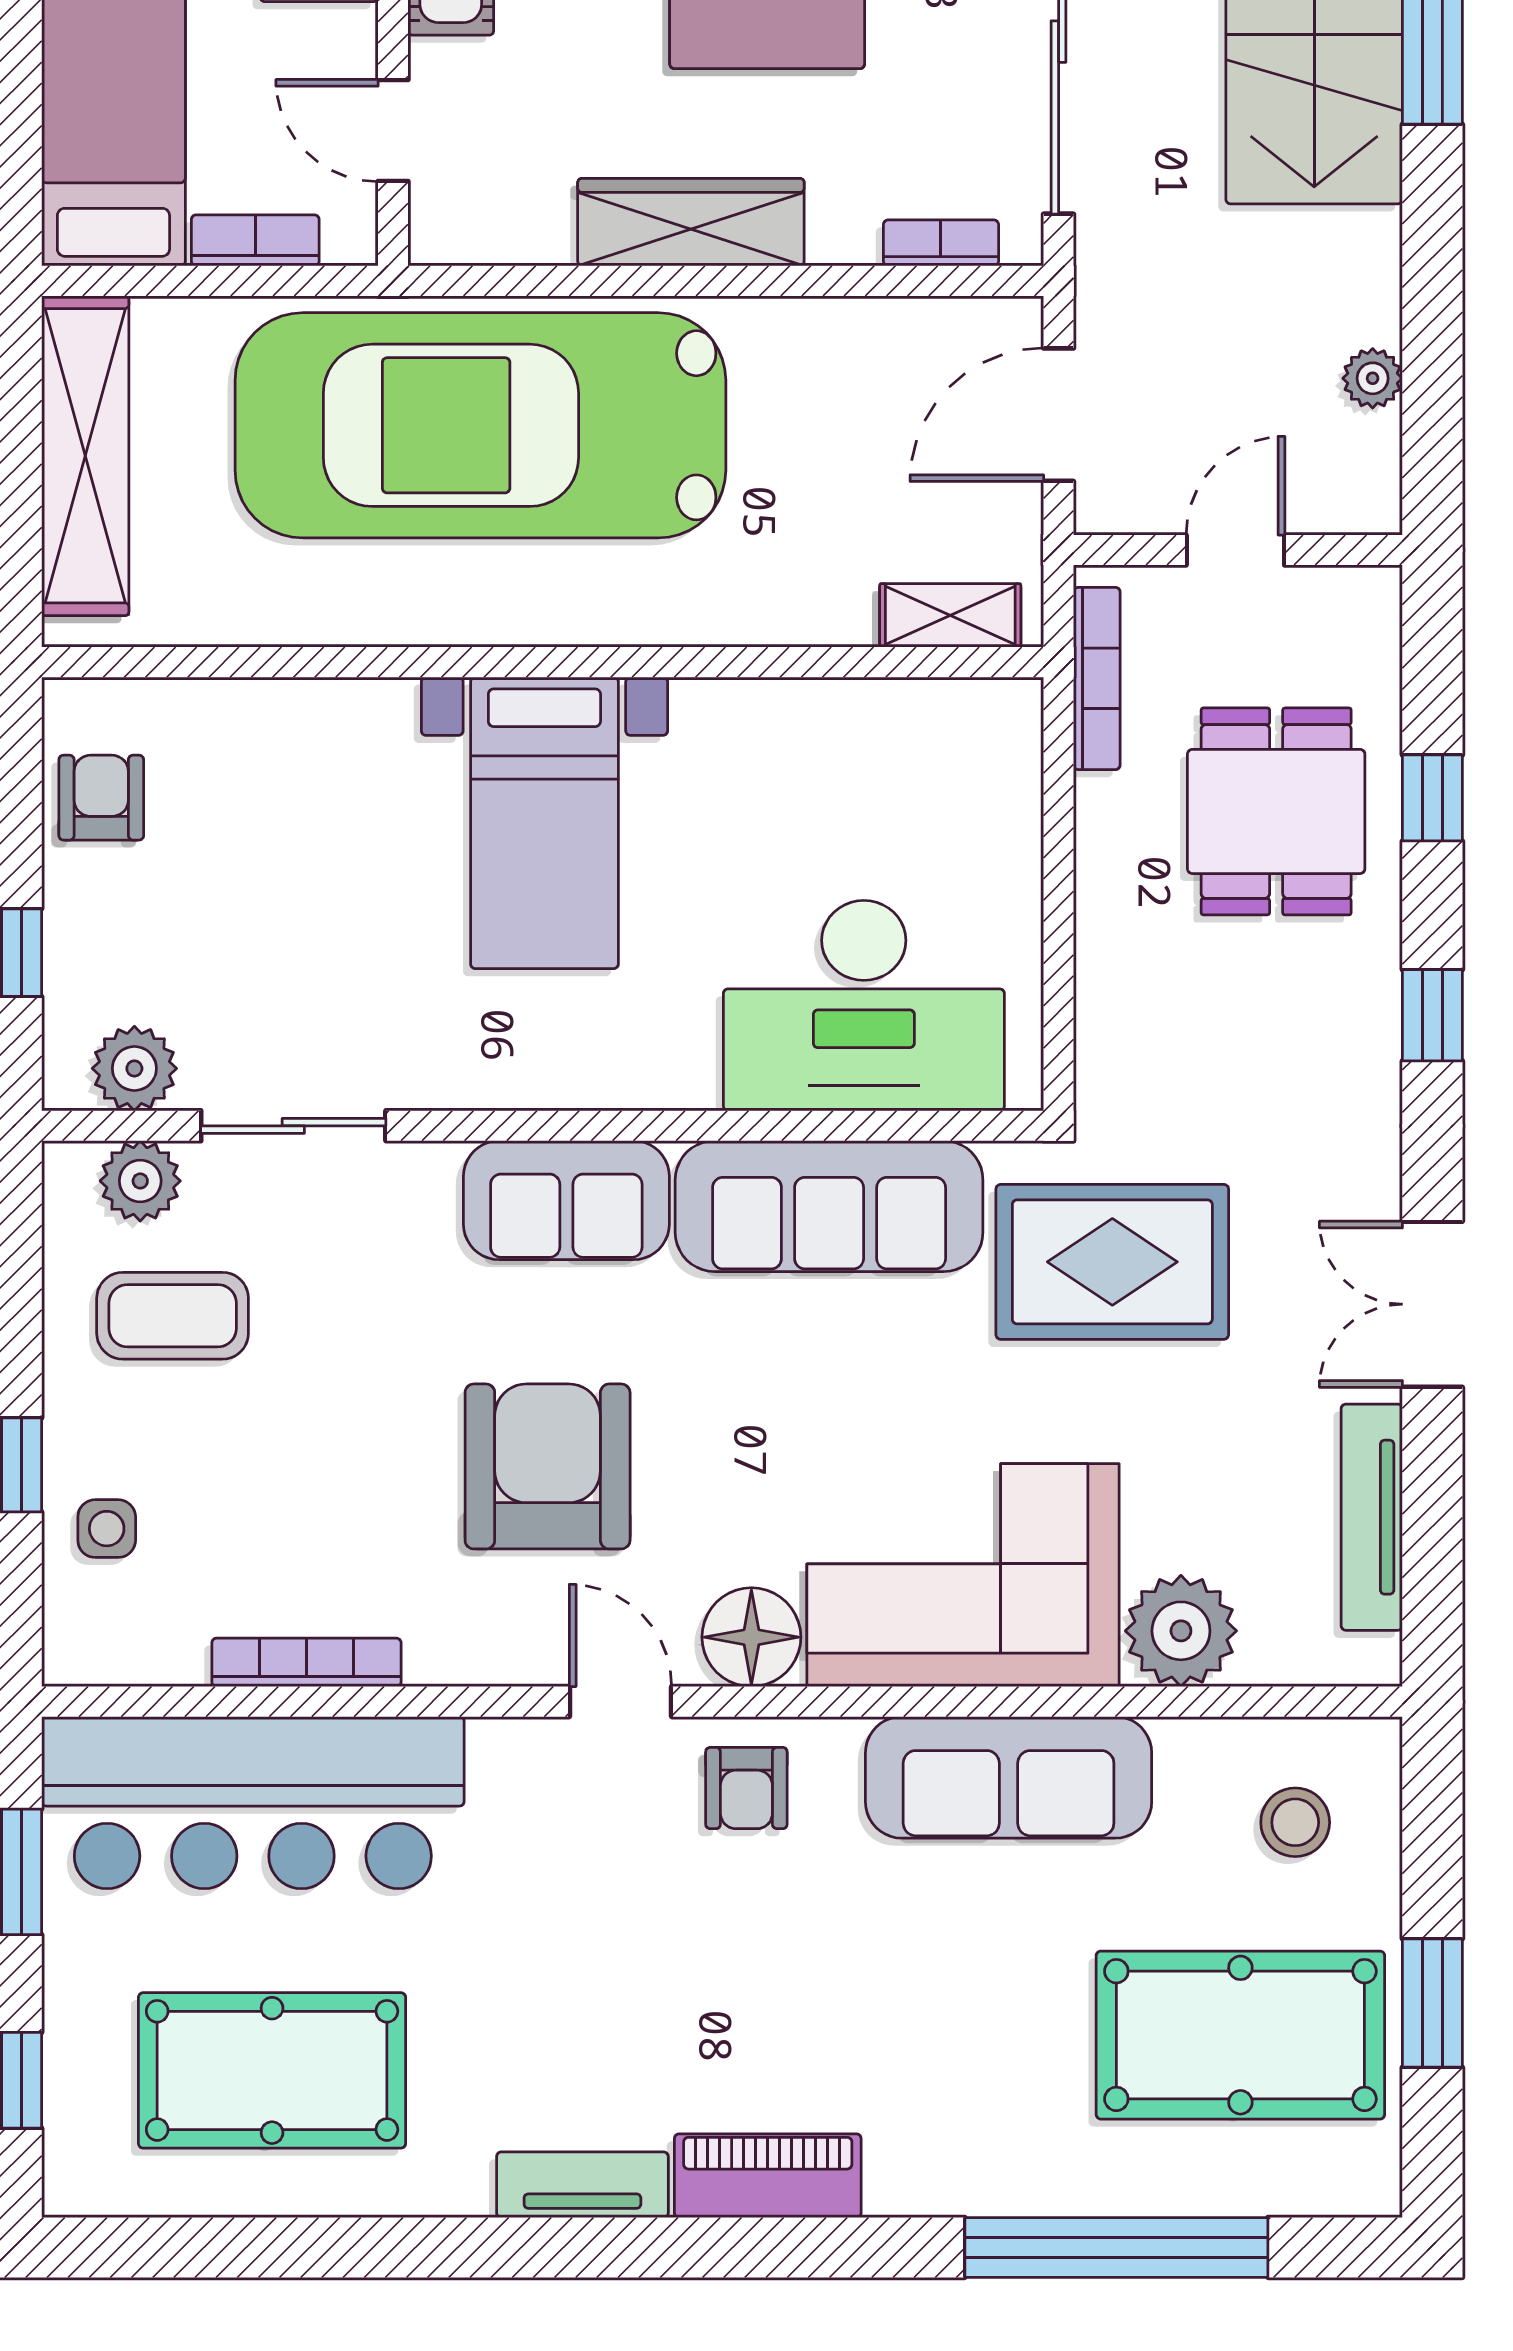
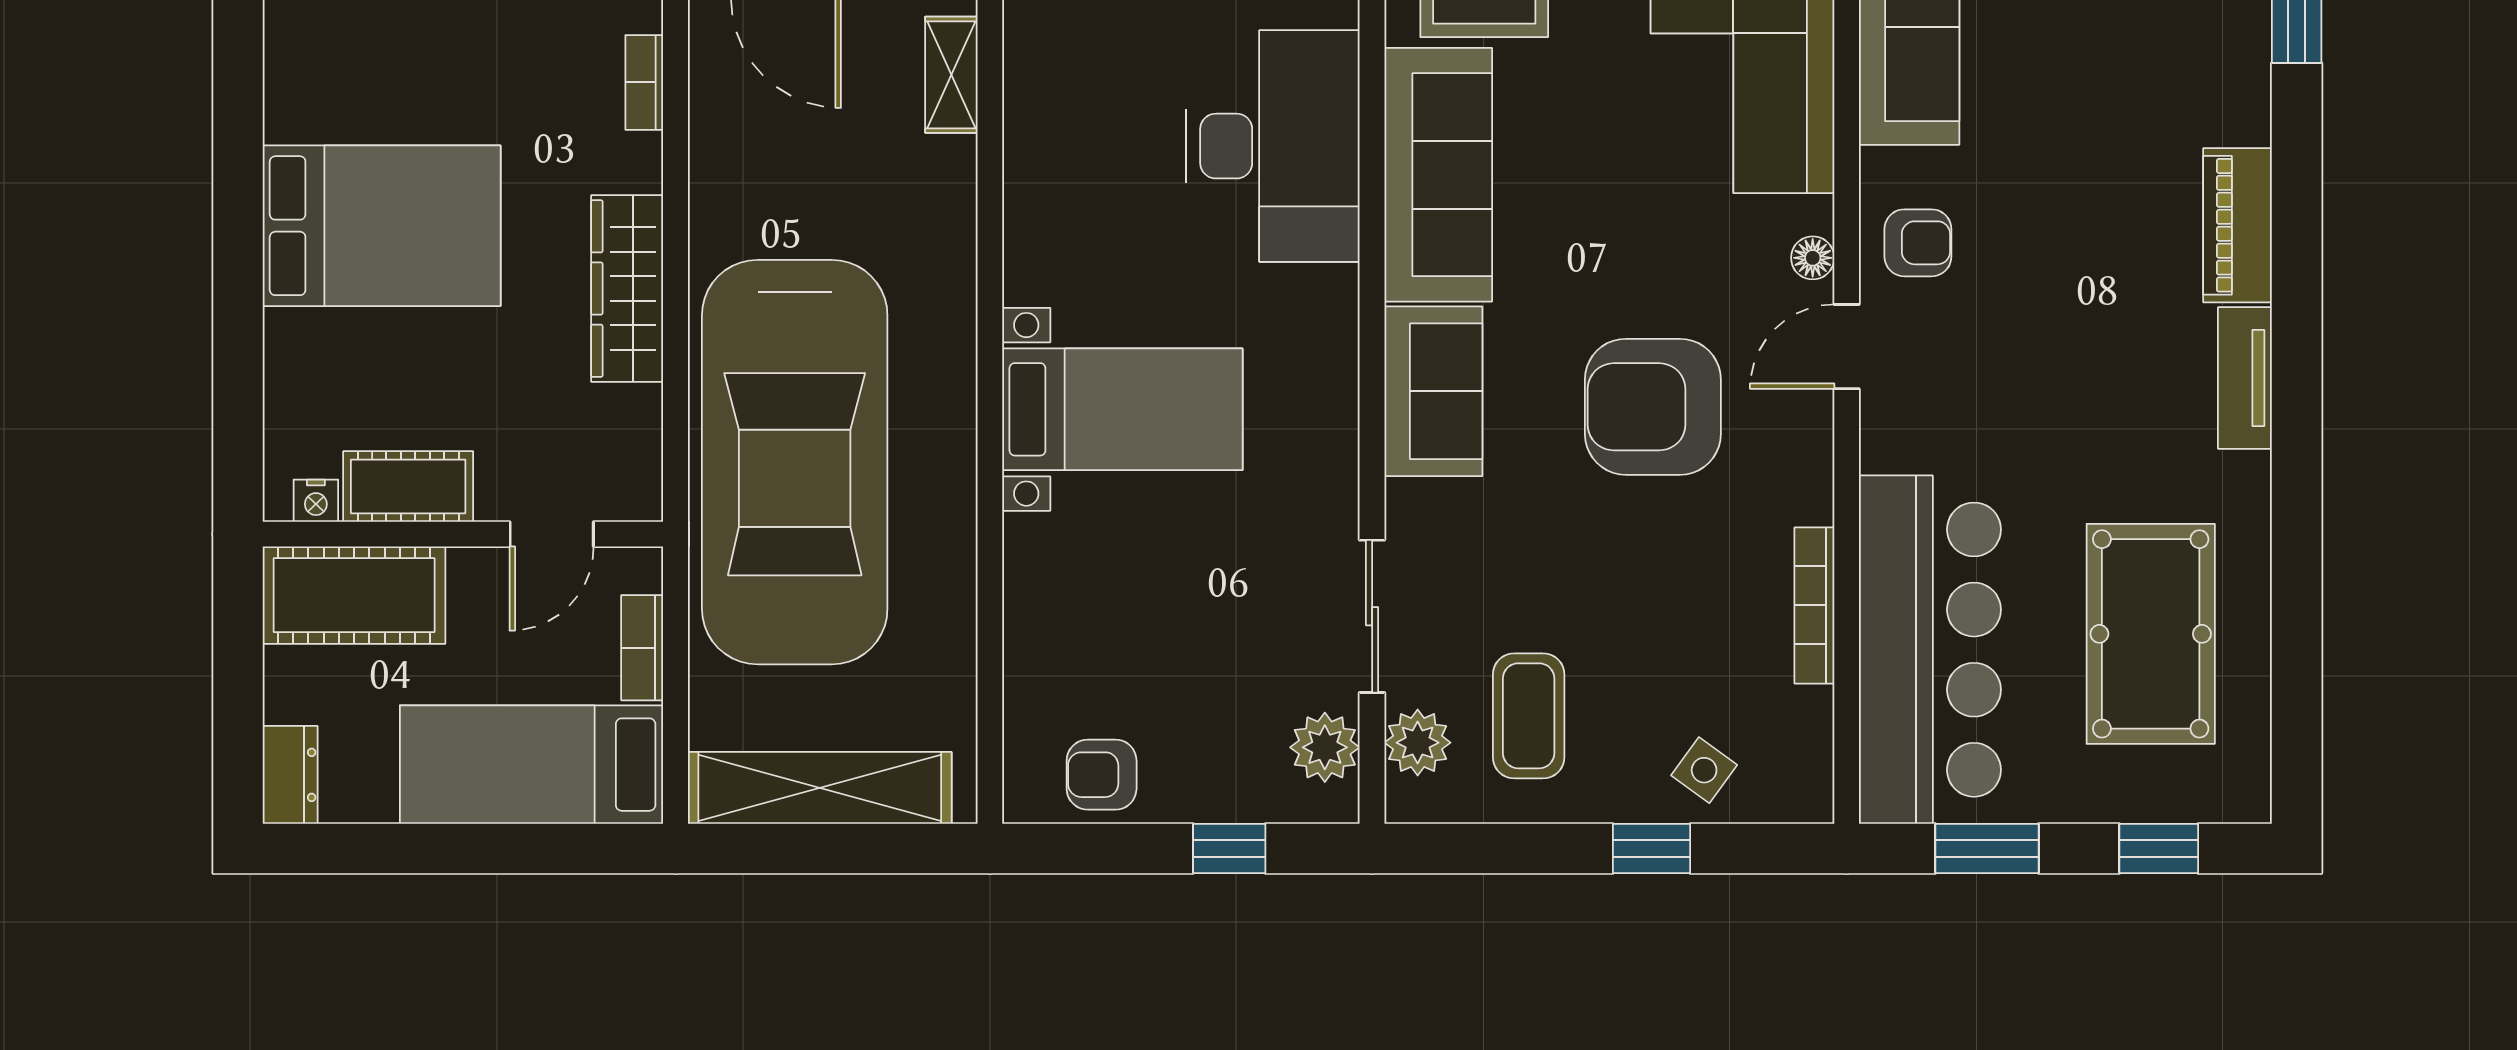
side table: (107, 1529) -> (1704, 770), turned 36
floor lamp: (751, 1637) -> (1813, 258), width x0.53, depth x0.53

